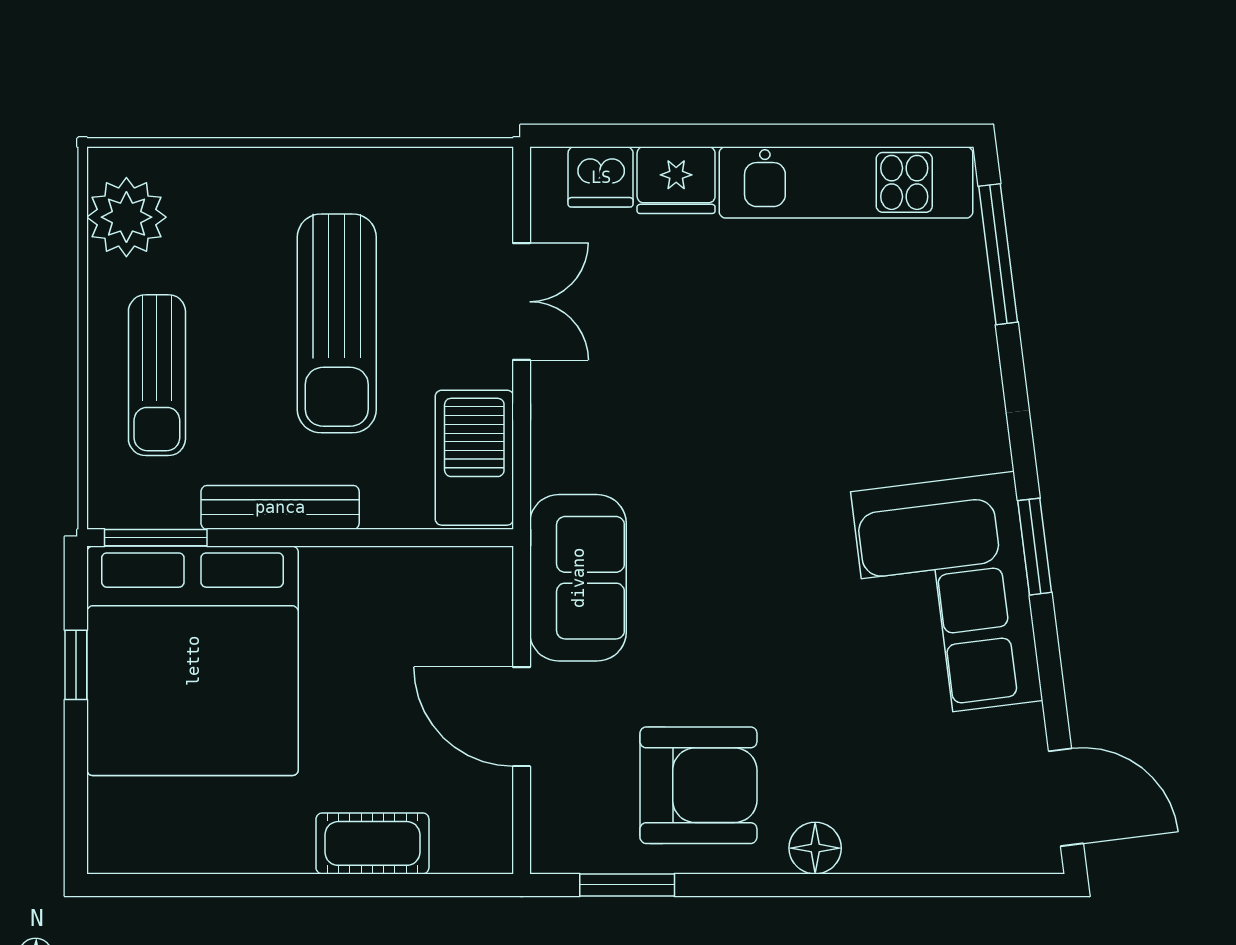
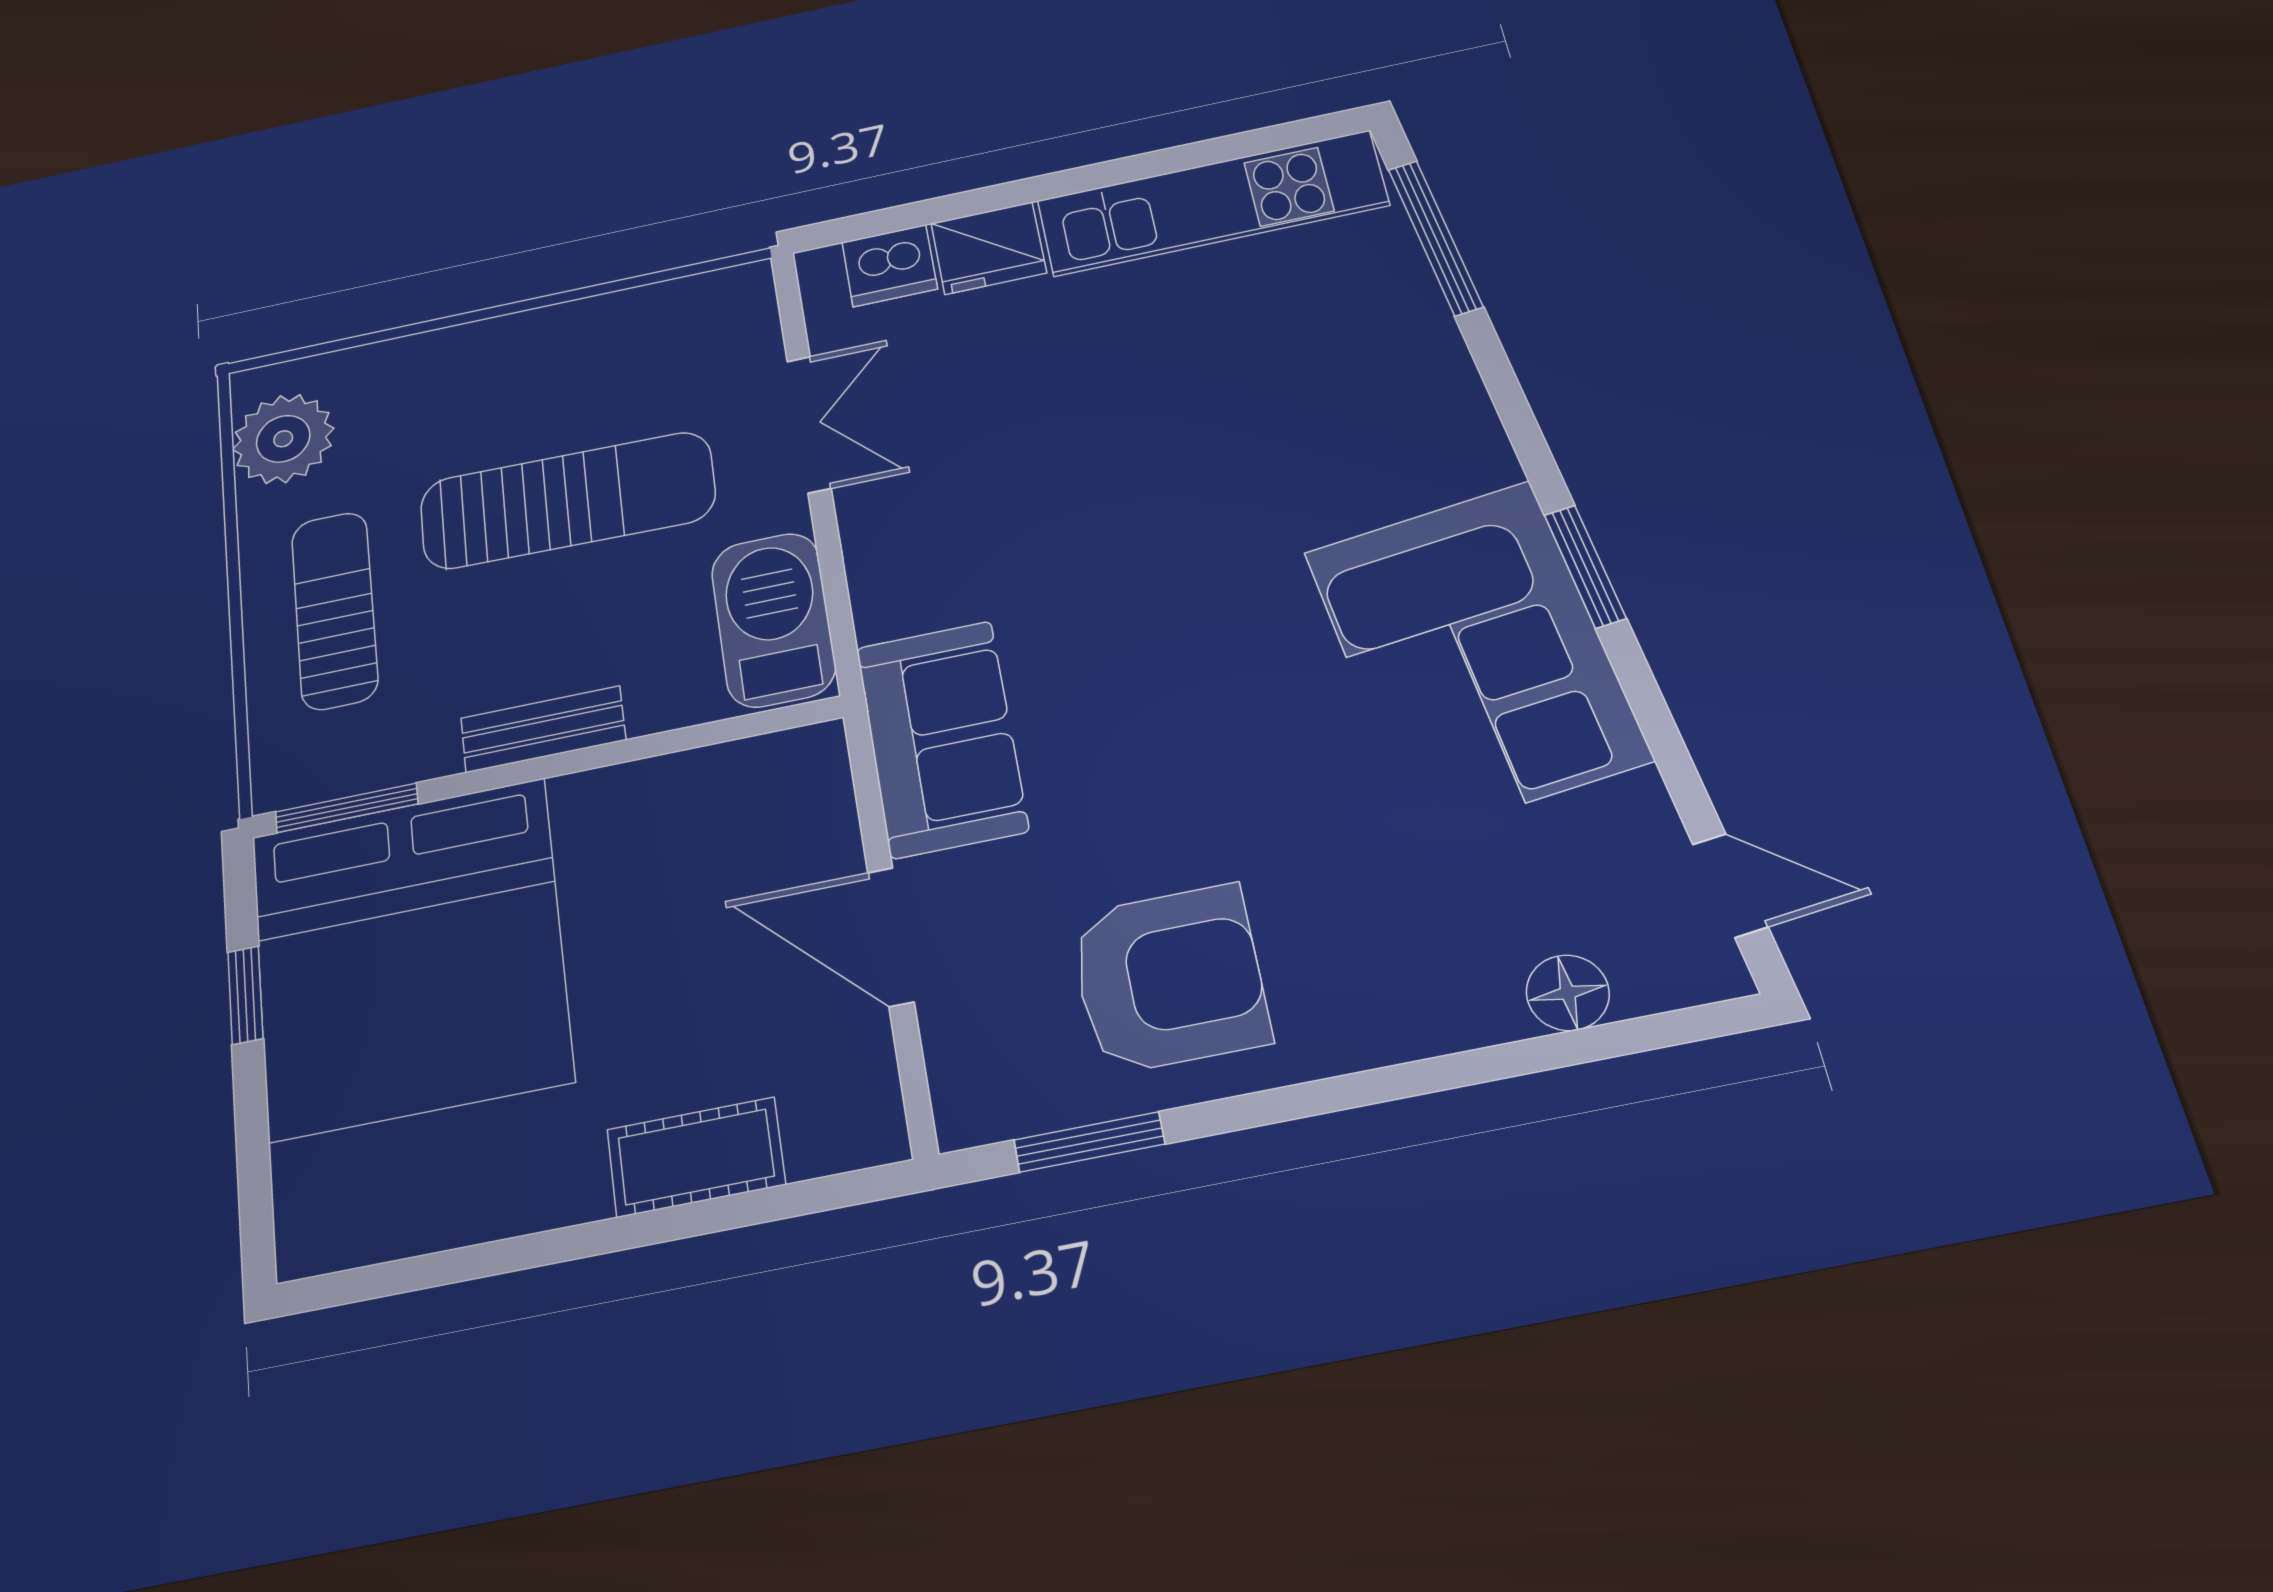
sun lounger: (337, 323) -> (567, 500), turned -89
sun lounger: (157, 375) -> (335, 610), turned 180
bench: (280, 507) -> (543, 729), width x0.73
door: (1066, 797) -> (1730, 885), width x0.73
floor lamp: (815, 848) -> (1568, 993), moved

